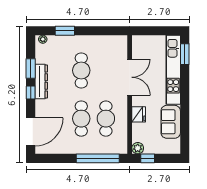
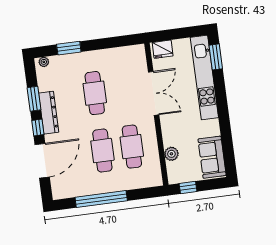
fridge: (139, 114) -> (163, 49), moved, turned 90
sofa: (171, 122) -> (212, 157), moved
door: (31, 132) -> (42, 161), moved
plant: (138, 148) -> (171, 154), moved
window: (98, 158) -> (101, 199), moved

